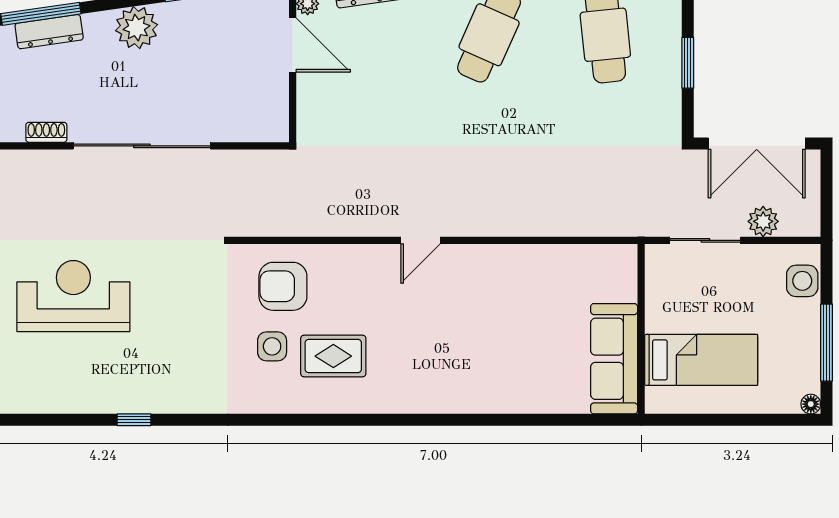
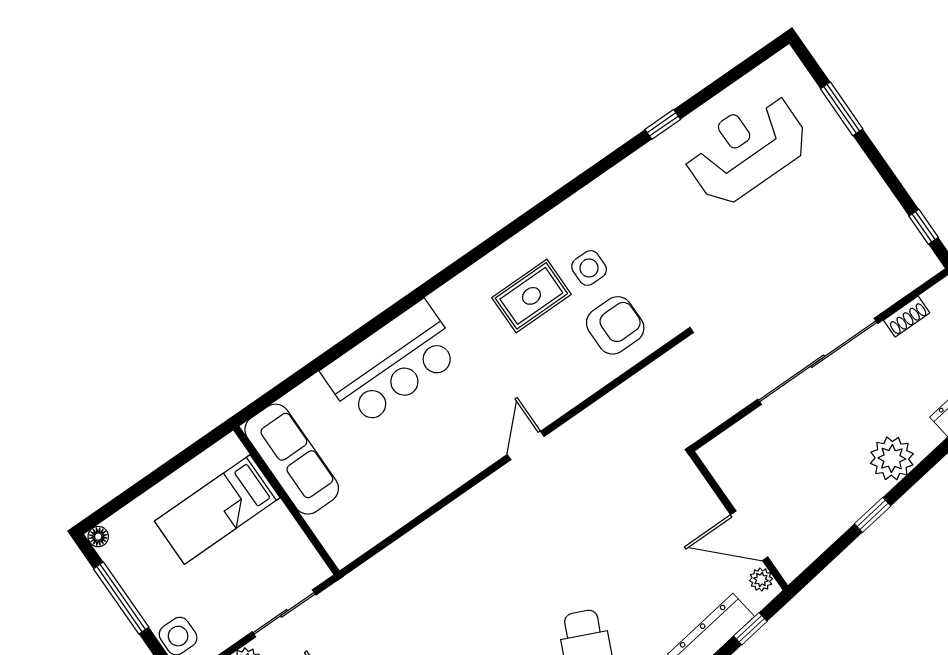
reception desk: (73, 296) -> (746, 149), moved, turned 180
bar counter: (482, 379) -> (392, 364), added

